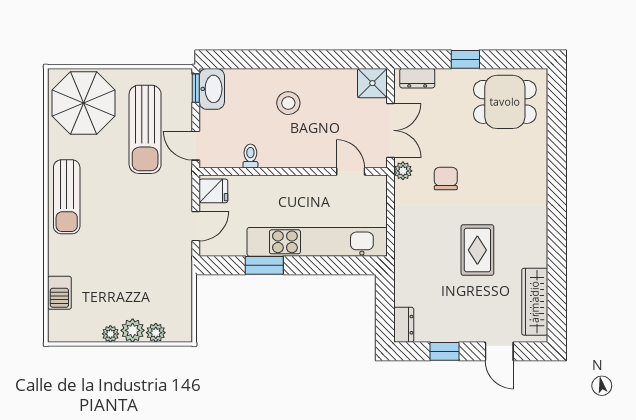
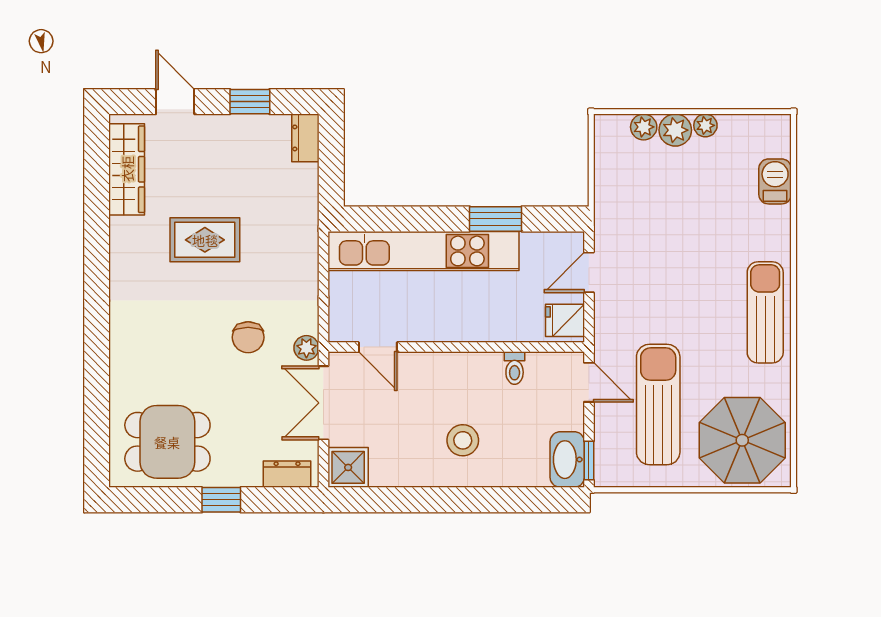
rug: (477, 250) -> (205, 240), turned 90

